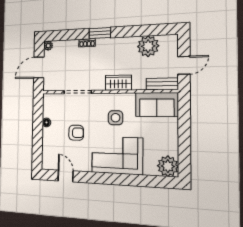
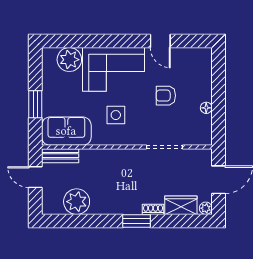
door: (184, 65) -> (35, 177), hinge flipped
wardrobe: (118, 83) -> (181, 205), moved, turned 180
window: (184, 128) -> (35, 104), added
plant: (168, 166) -> (69, 60), moved
door: (66, 176) -> (160, 41), moved

